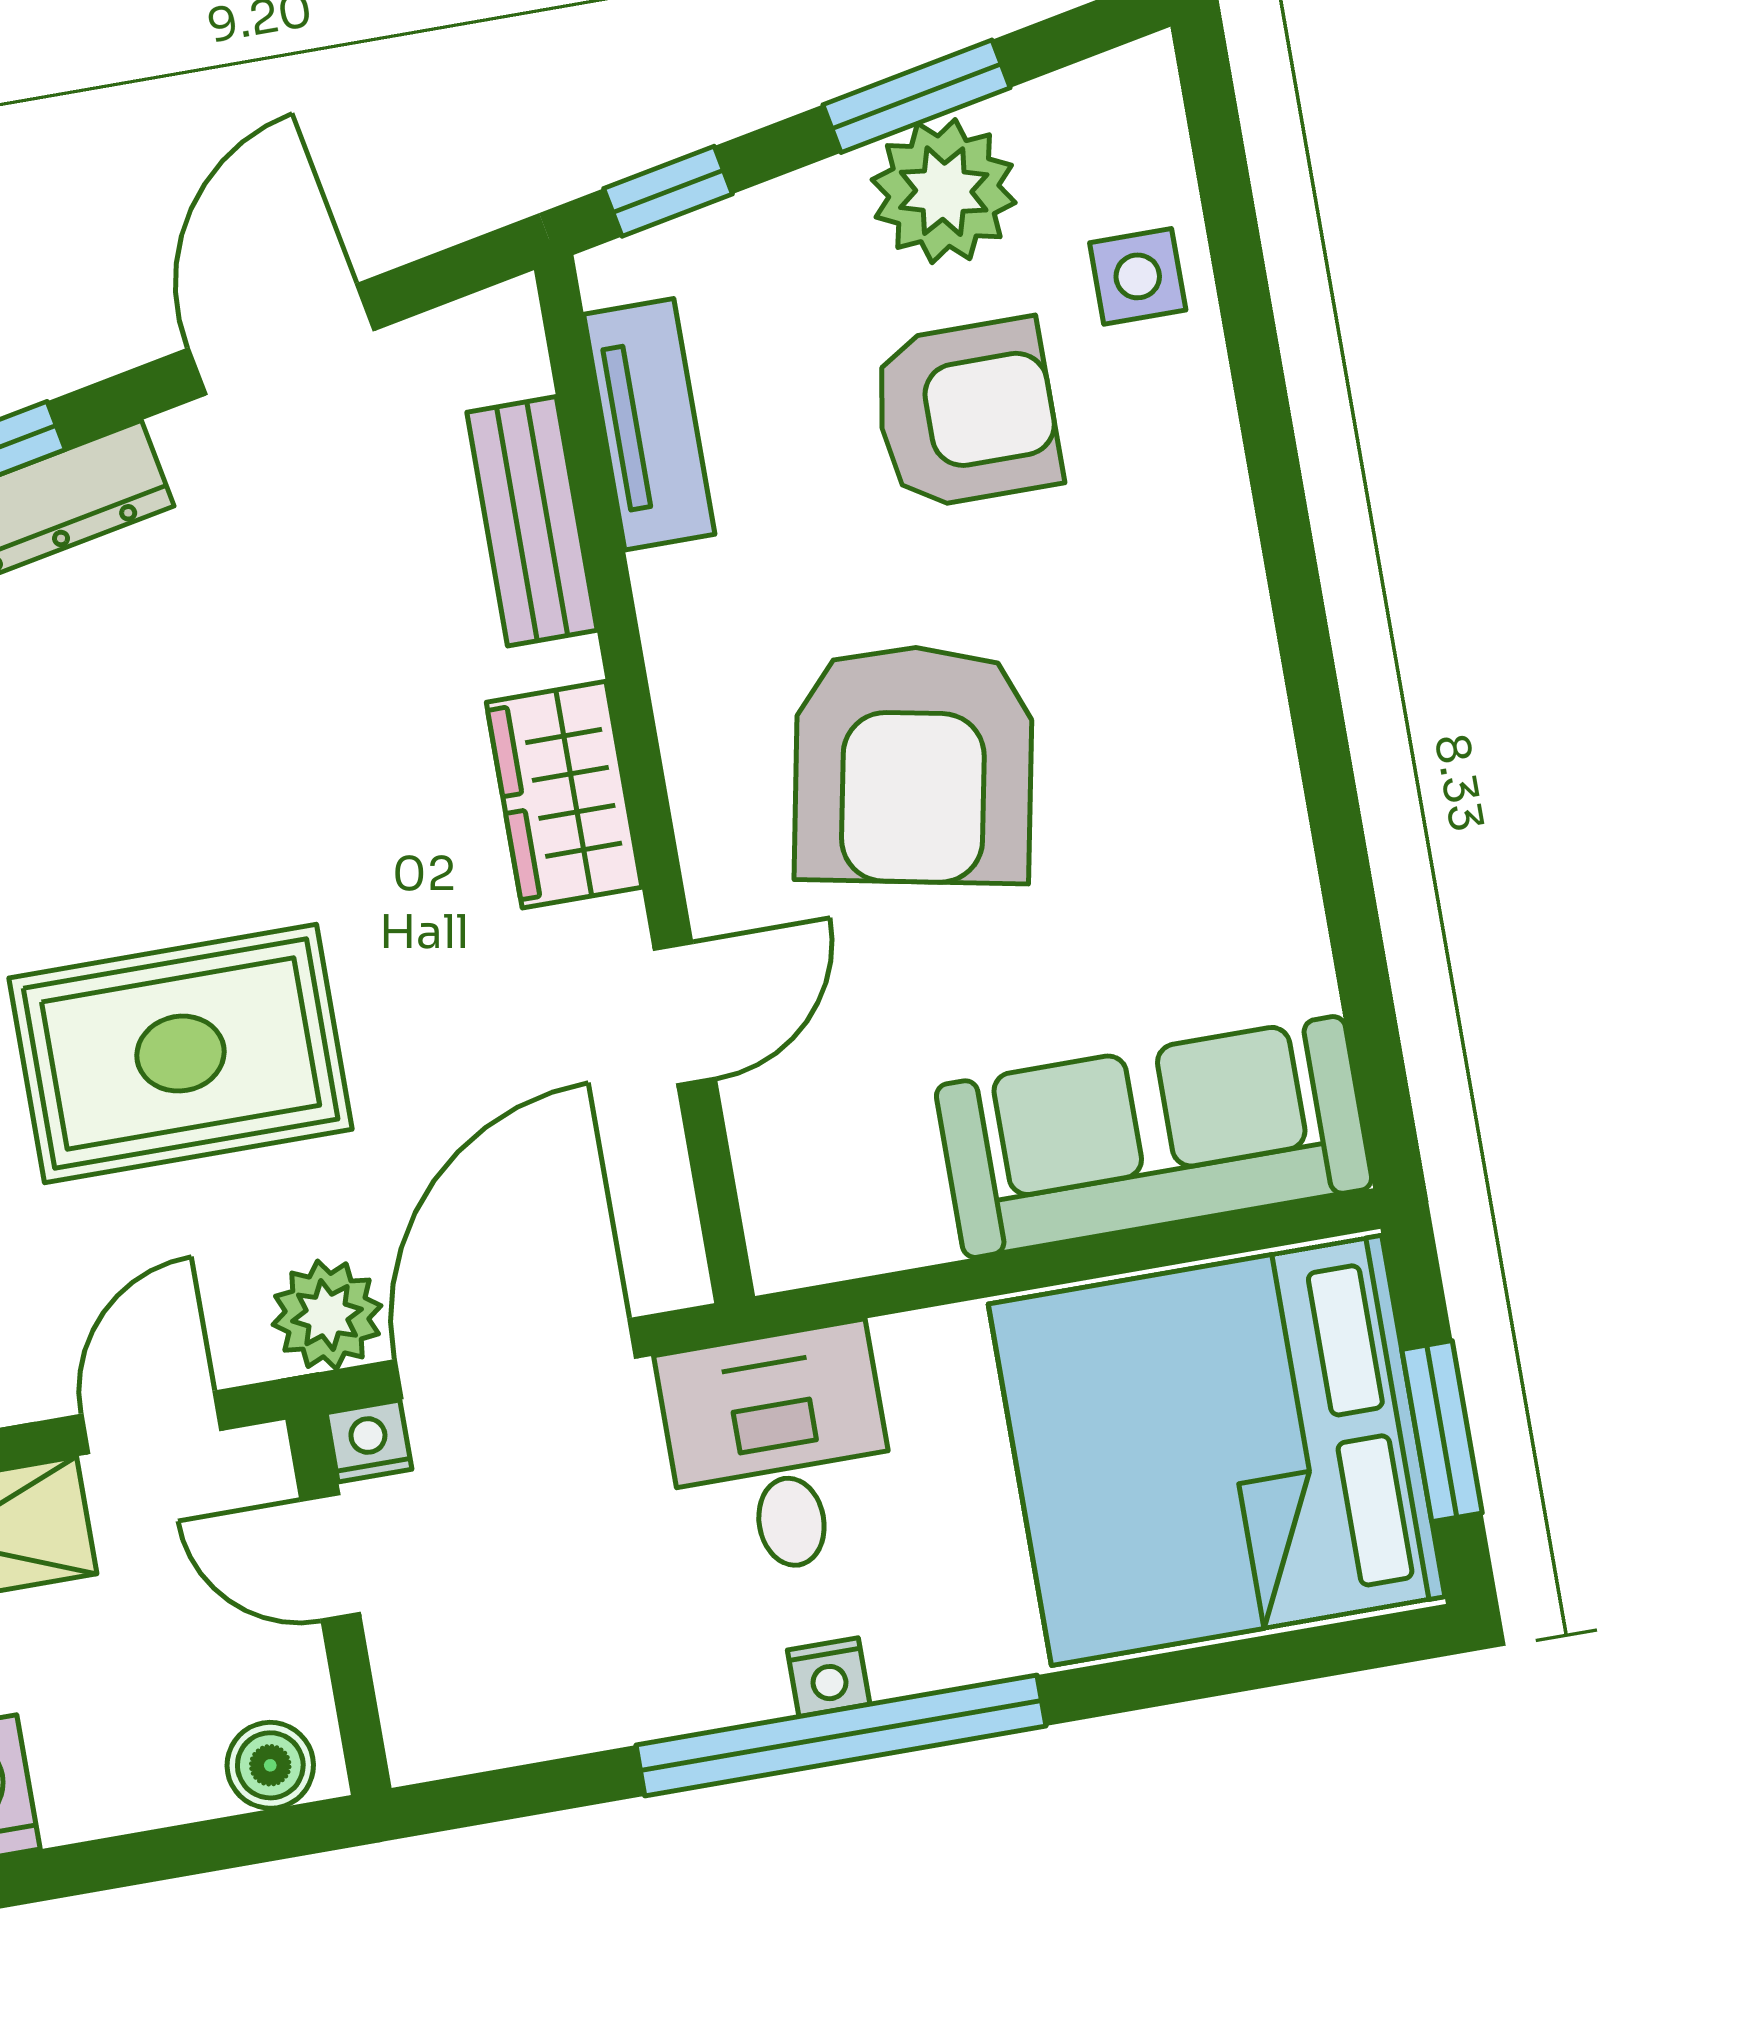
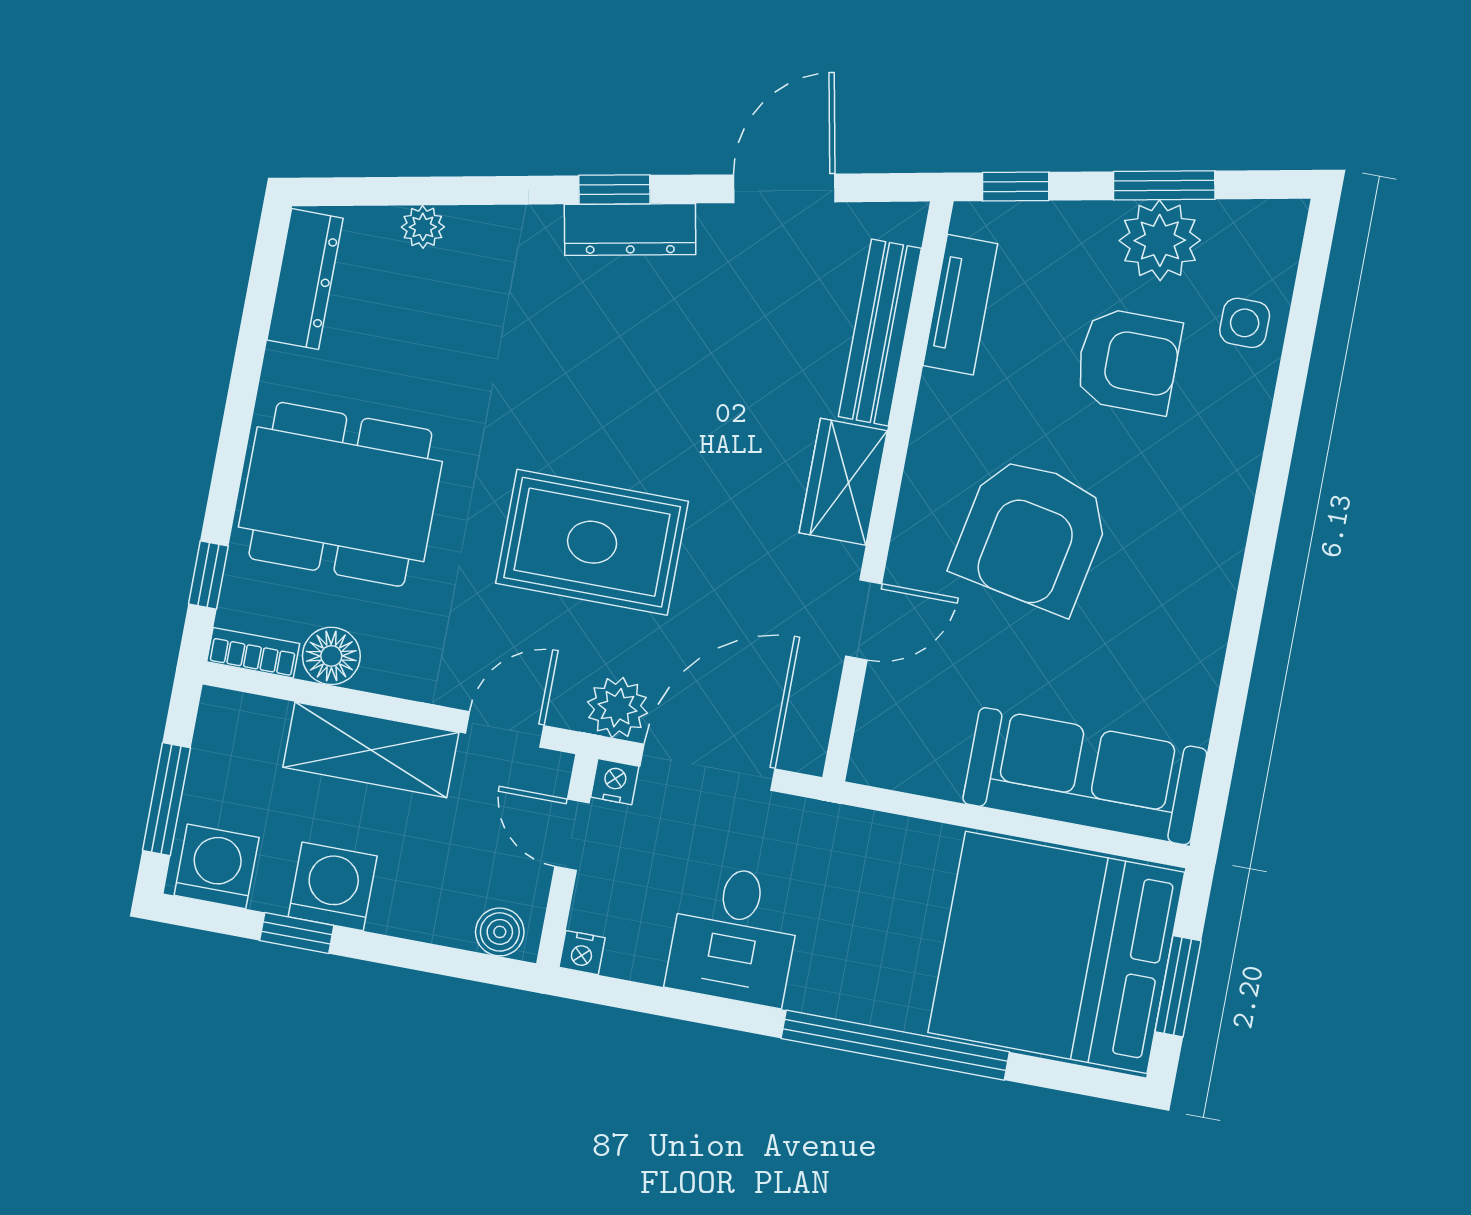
bench: (532, 521) -> (880, 332), width x1.36
desk: (779, 1451) -> (734, 935), moved, turned 180
nightstand: (829, 1677) -> (582, 953), moved
window: (841, 1736) -> (895, 1045), moved

